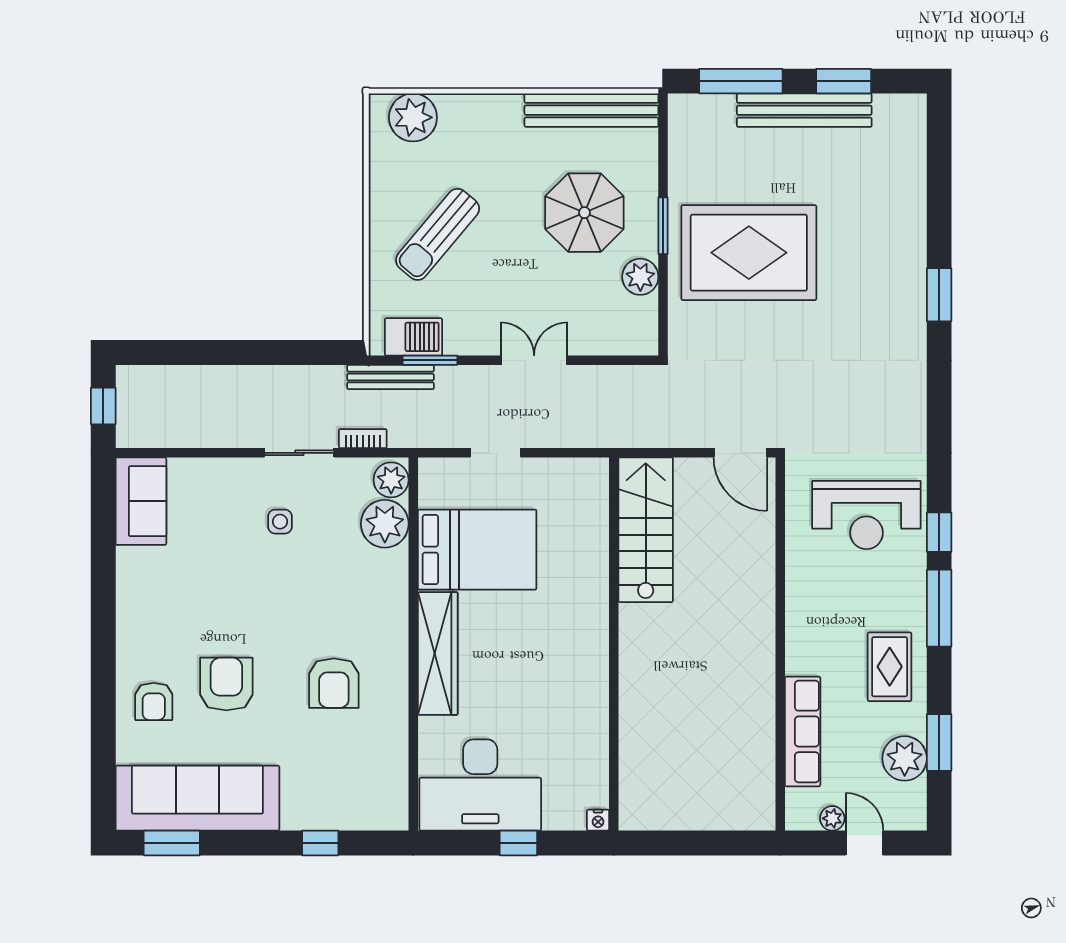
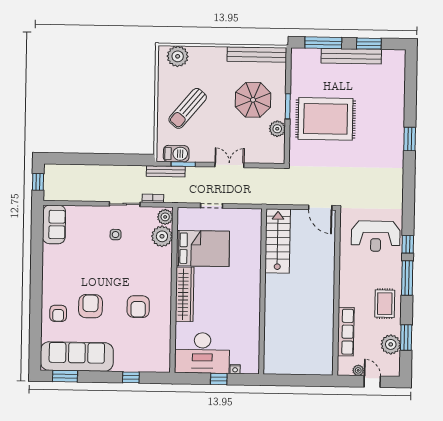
nightstand: (598, 820) -> (235, 369), moved

